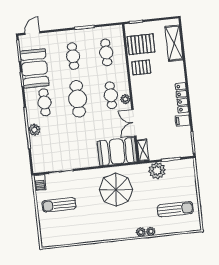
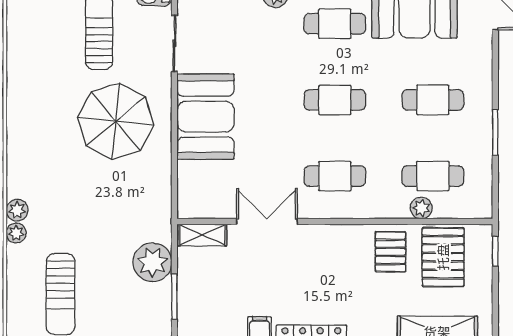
cafe table: (78, 99) -> (335, 100), width x0.73, depth x0.74
plant: (125, 99) -> (421, 208), moved
booth: (117, 152) -> (206, 117), moved
parasol: (116, 190) -> (116, 121), moved

